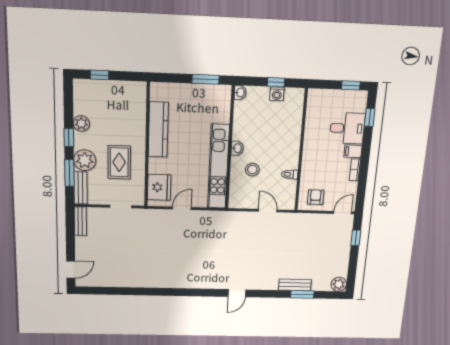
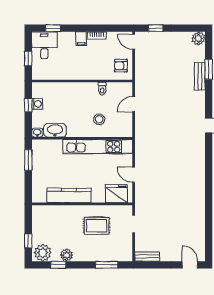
window: (351, 85) -> (28, 59), moved
desk: (347, 128) -> (44, 45), moved
window: (69, 137) -> (58, 265), moved
washbasin: (237, 148) -> (55, 130), moved, width x1.91, depth x1.45
plant: (85, 160) -> (43, 253), moved
bench: (81, 188) -> (119, 256), removed

